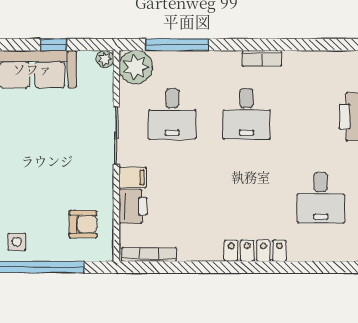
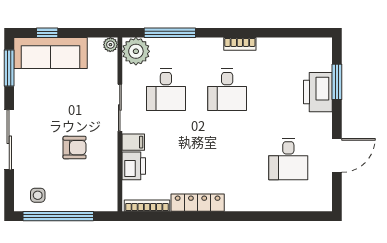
window: (53, 45) -> (47, 33), moved
armchair: (83, 224) -> (75, 148), moved
locker: (255, 251) -> (198, 203), moved

